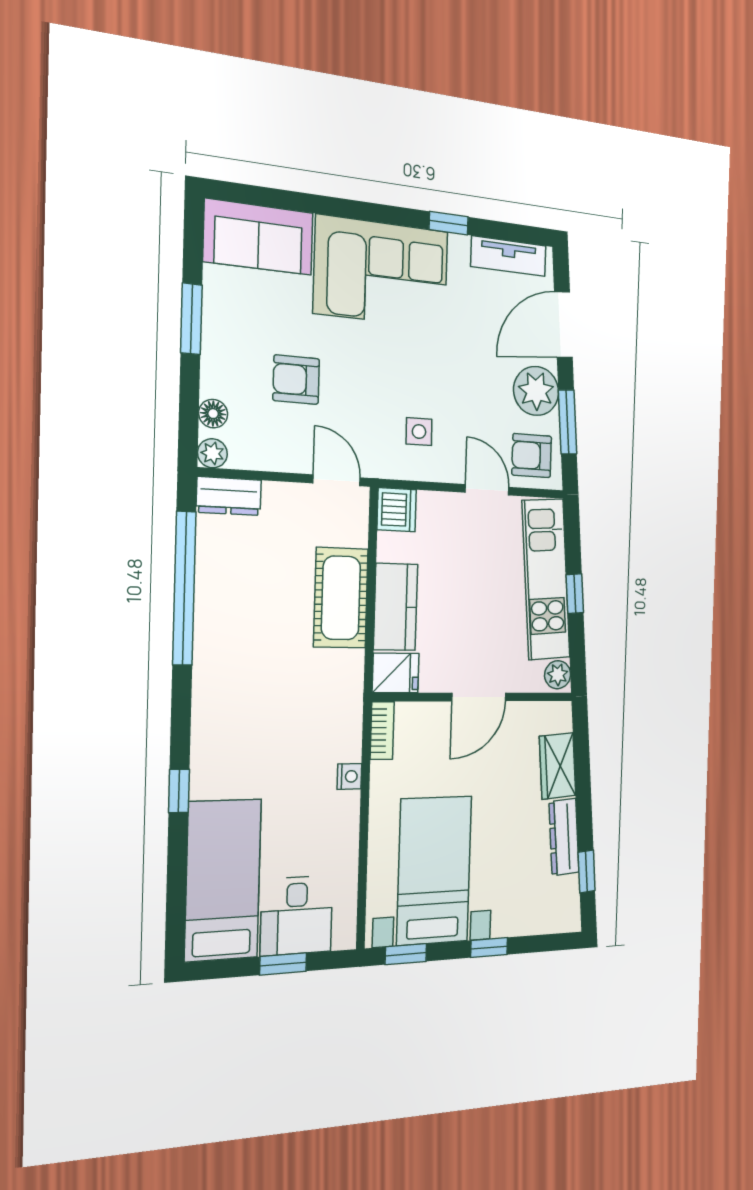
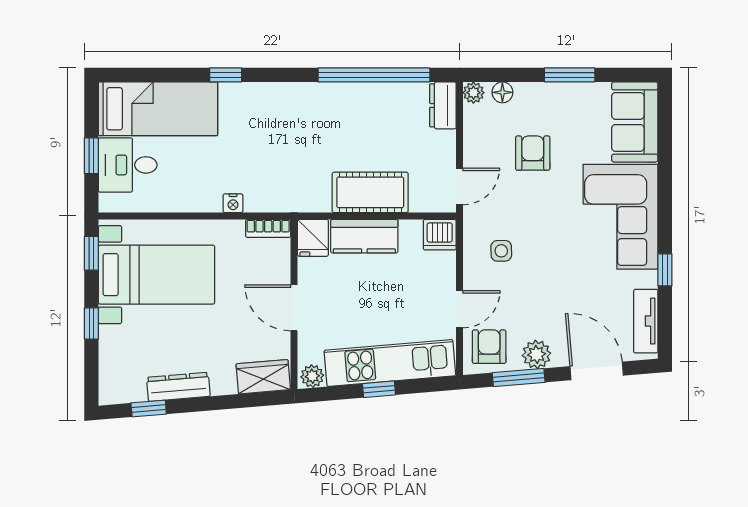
plant: (536, 391) -> (536, 354), width x0.73, depth x0.73
wardrobe: (558, 766) -> (263, 377), moved

